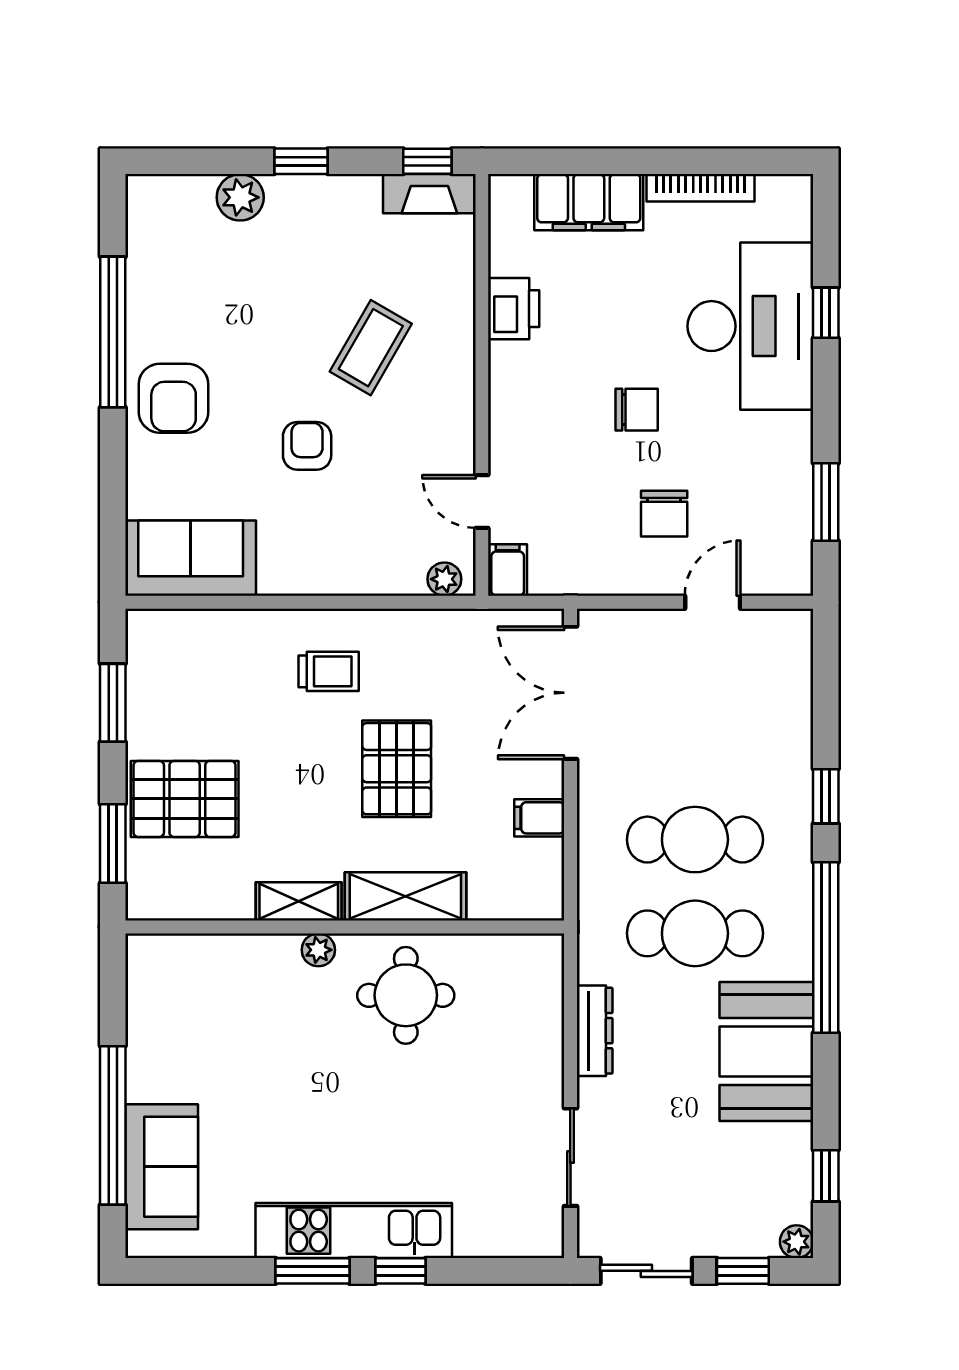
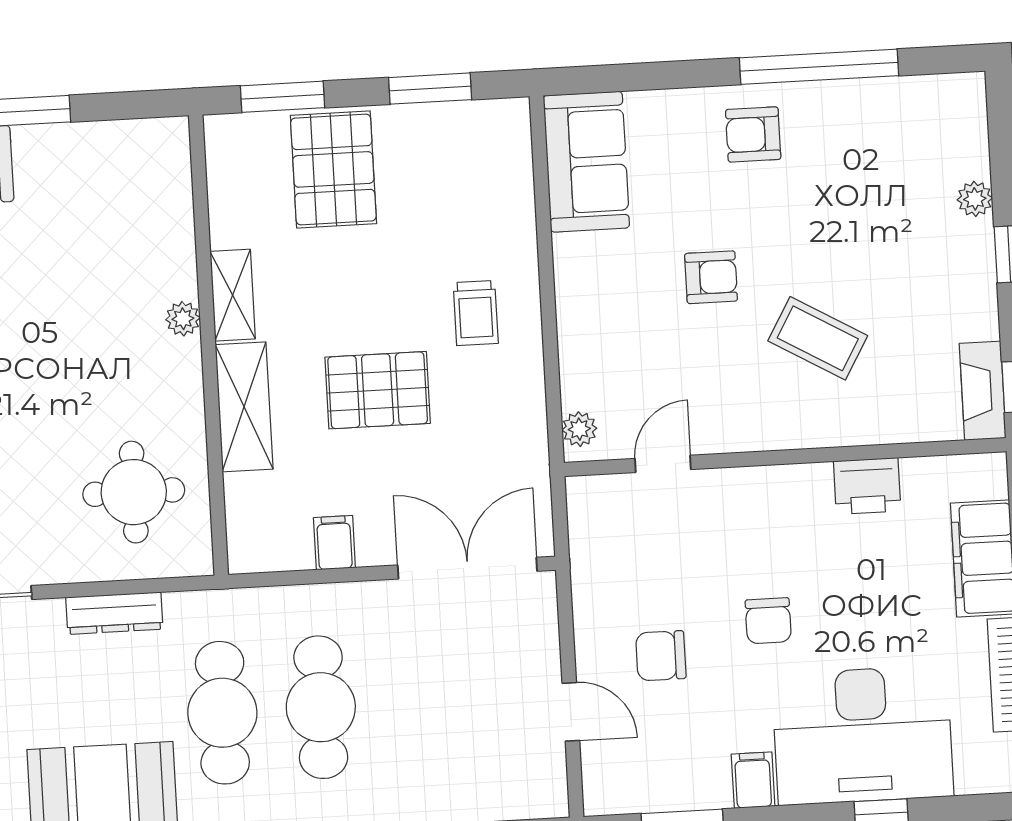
plant: (240, 197) -> (975, 199), width x0.73, depth x0.73
armchair: (174, 398) -> (753, 134), width x0.72, depth x0.72
filing cabinet: (508, 570) -> (753, 780), moved, turned -90
round table: (406, 995) -> (134, 492), moved

